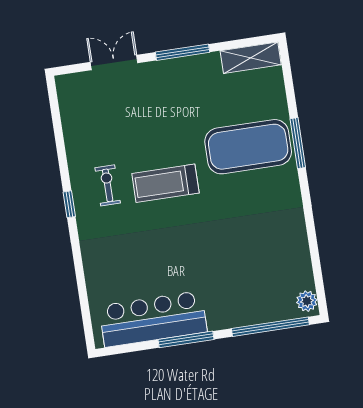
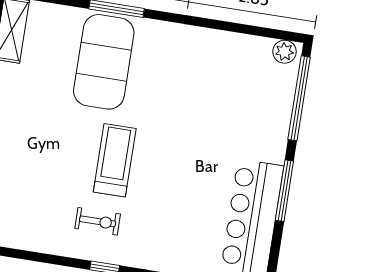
treadmill: (165, 183) -> (115, 160), turned 180
exercise bike: (108, 185) -> (98, 221), turned 180

